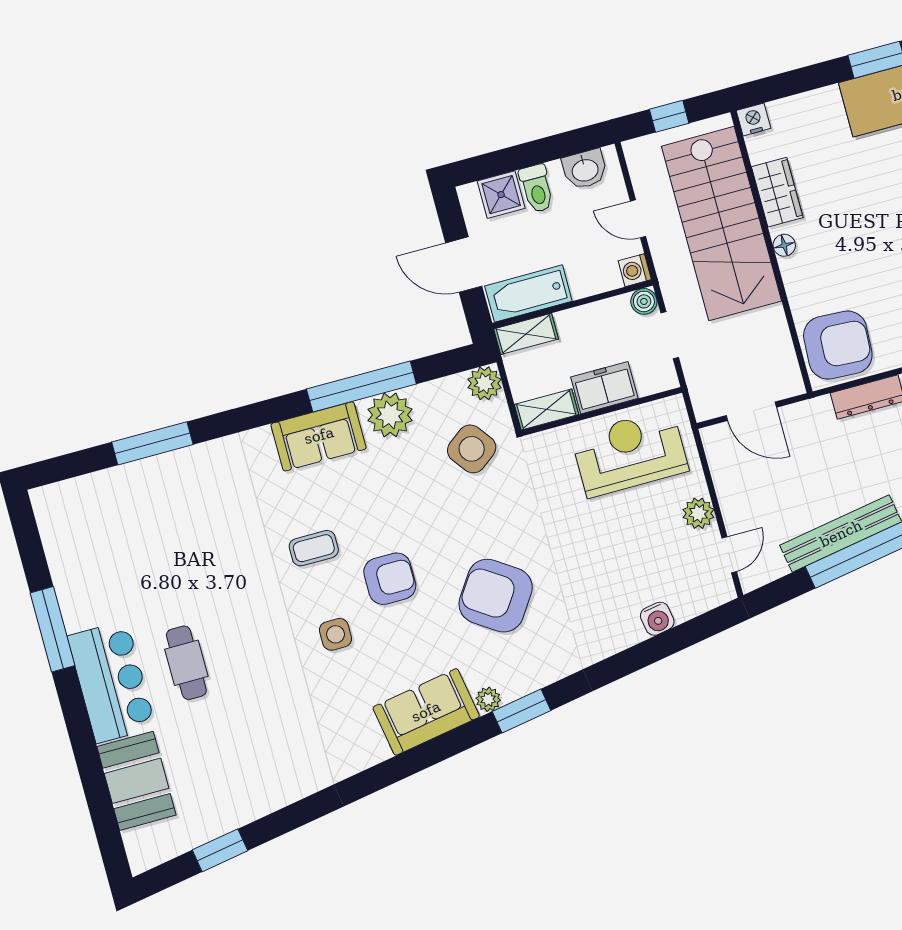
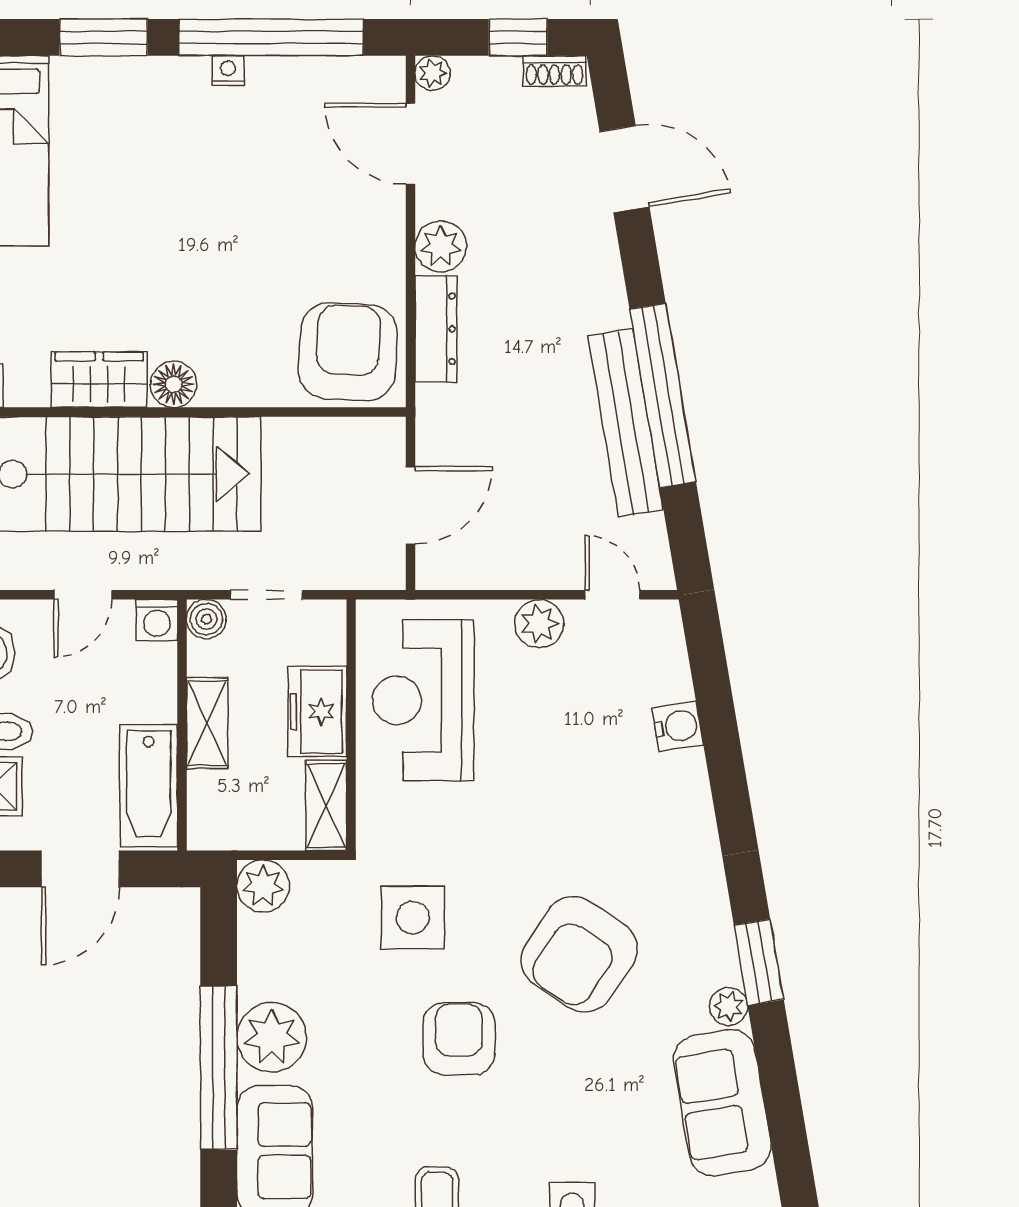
floor lamp: (784, 245) -> (174, 384), width x1.37, depth x1.37
shelving: (526, 334) -> (207, 723), moved
side table: (472, 449) -> (413, 918), moved, turned 37
armchair: (390, 579) -> (459, 1039), moved

